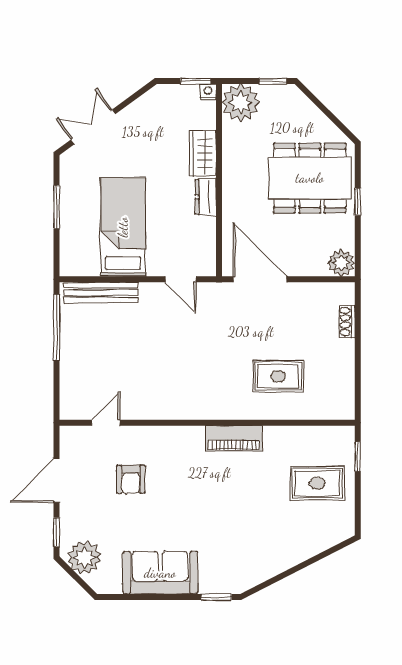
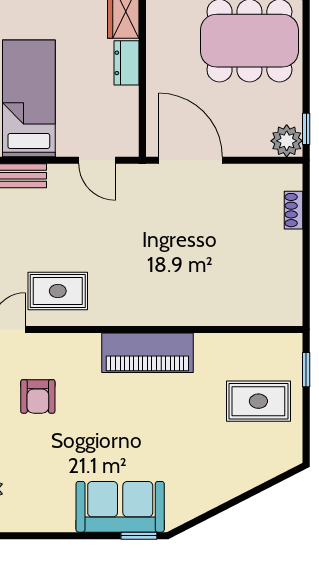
window: (358, 202) -> (306, 129), moved
rug: (278, 376) -> (58, 291), moved
piano: (234, 438) -> (147, 353), width x1.37, depth x1.33
sofa: (160, 573) -> (120, 507), moved

